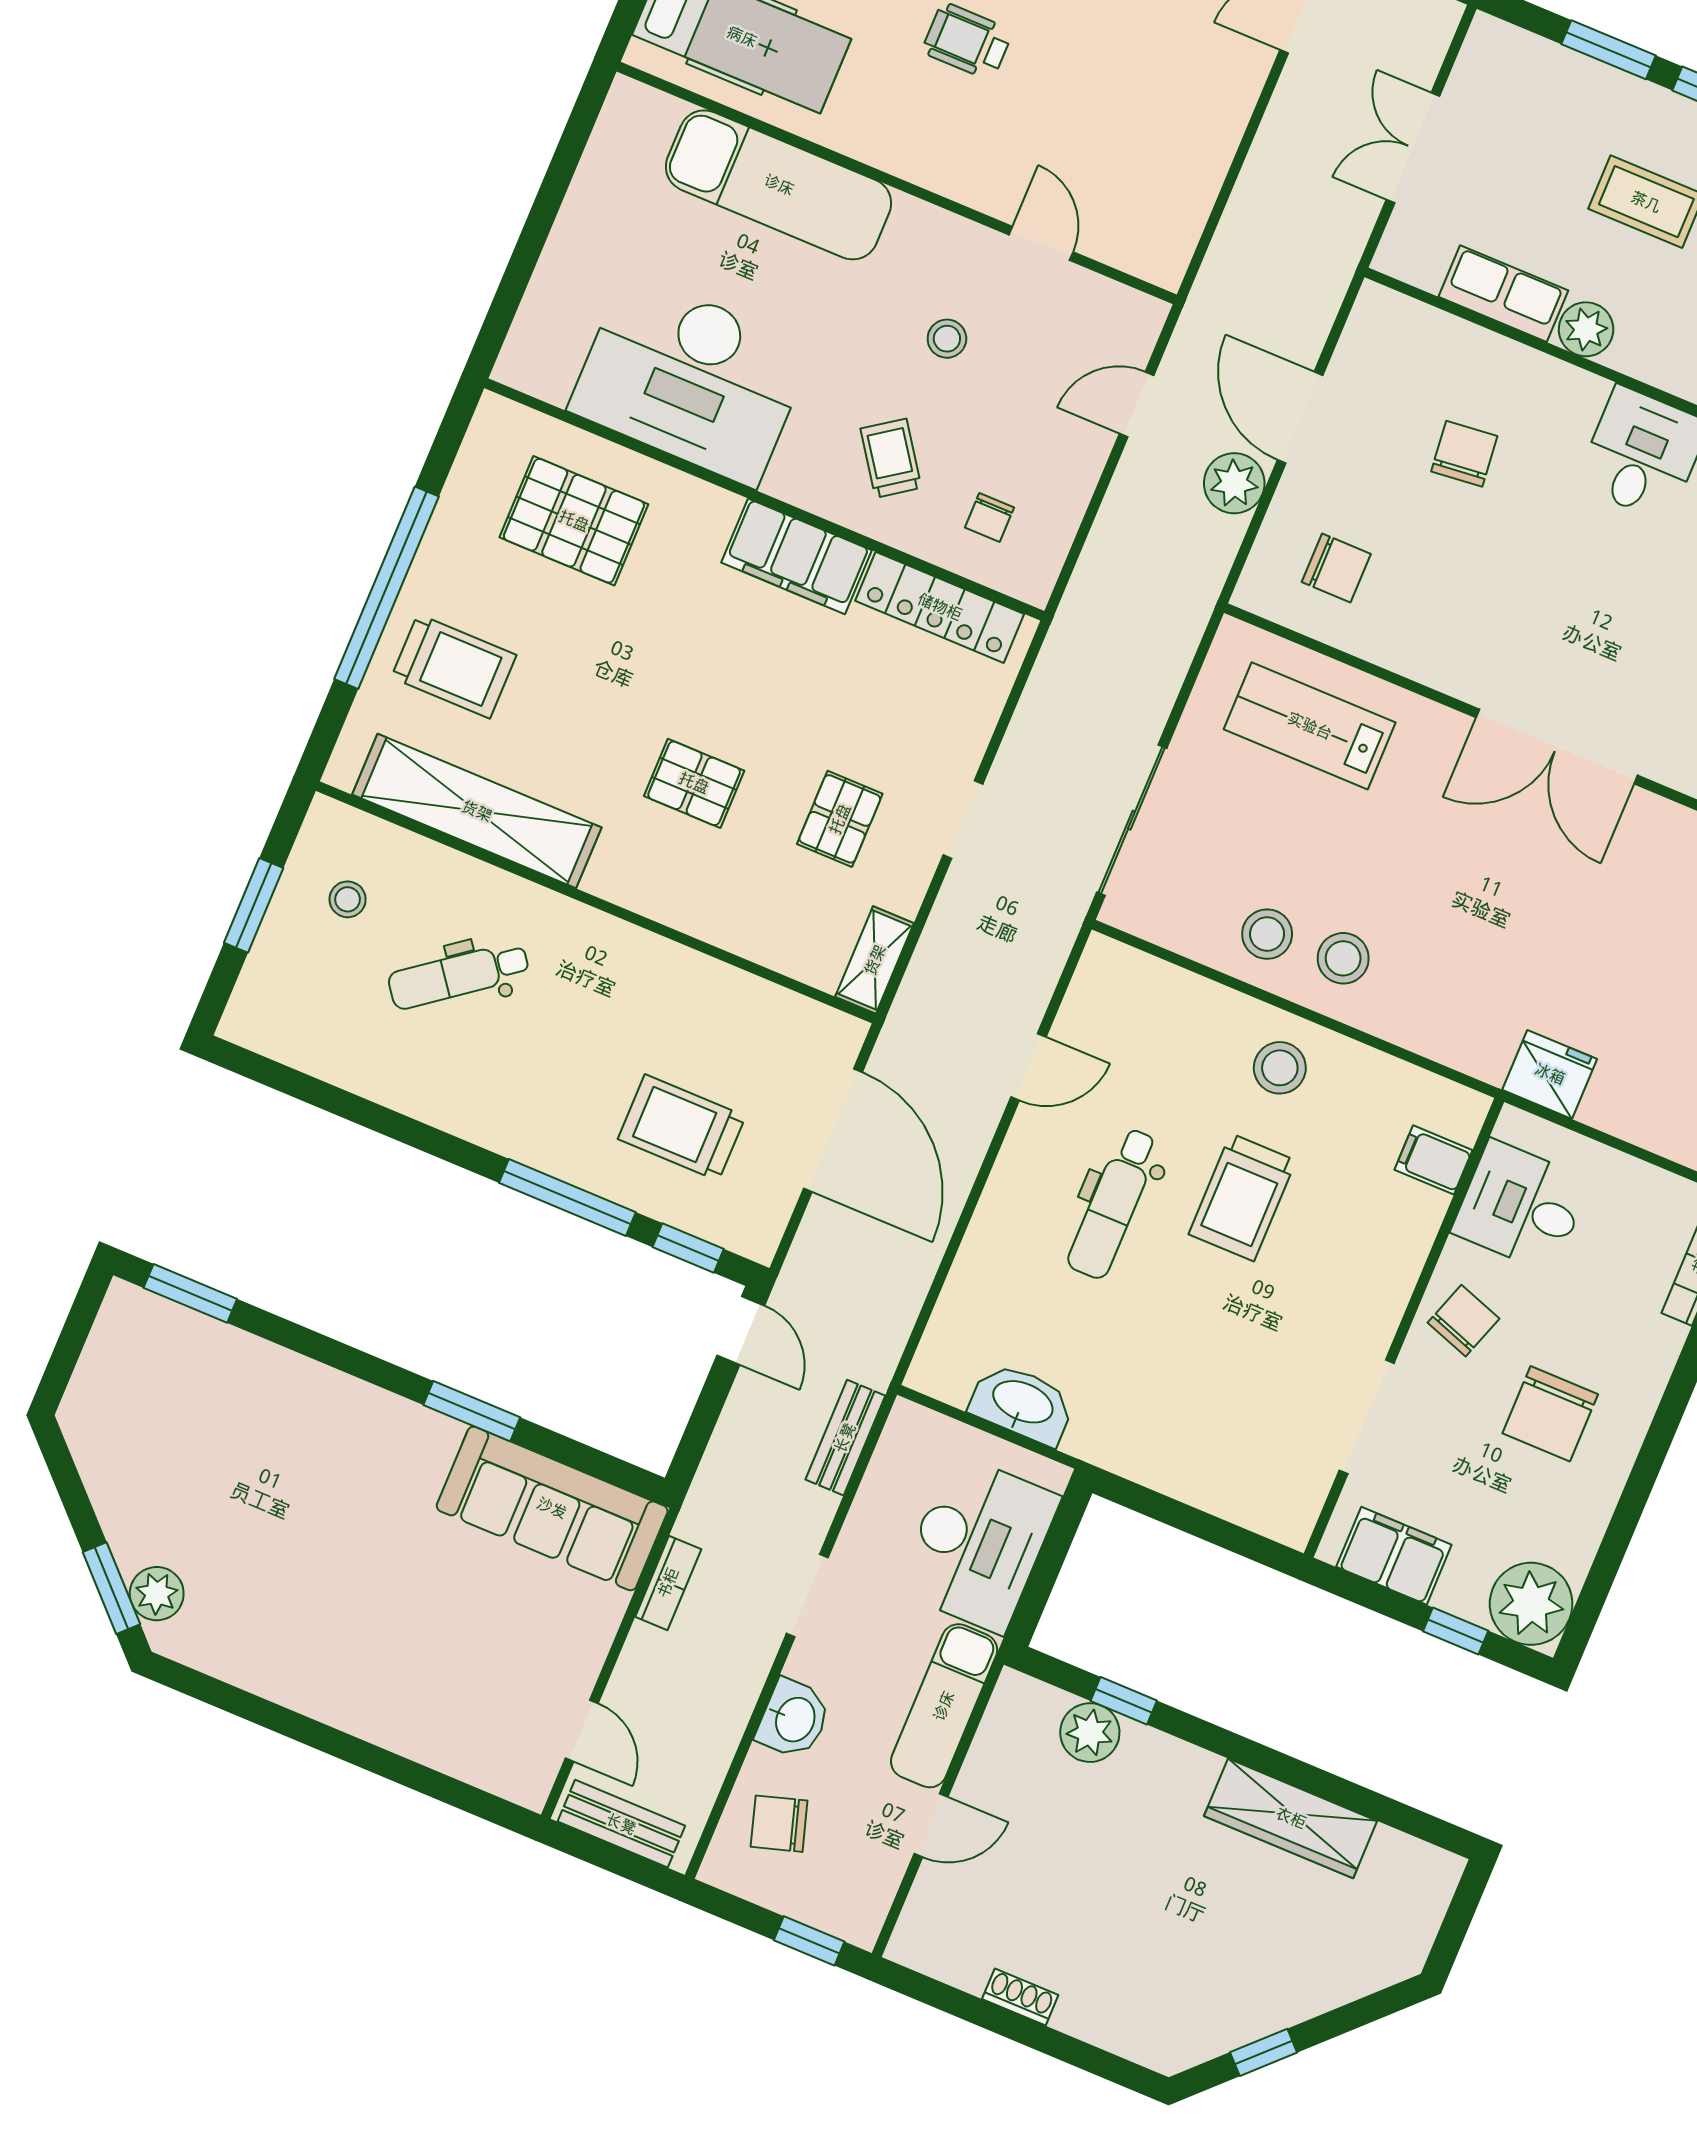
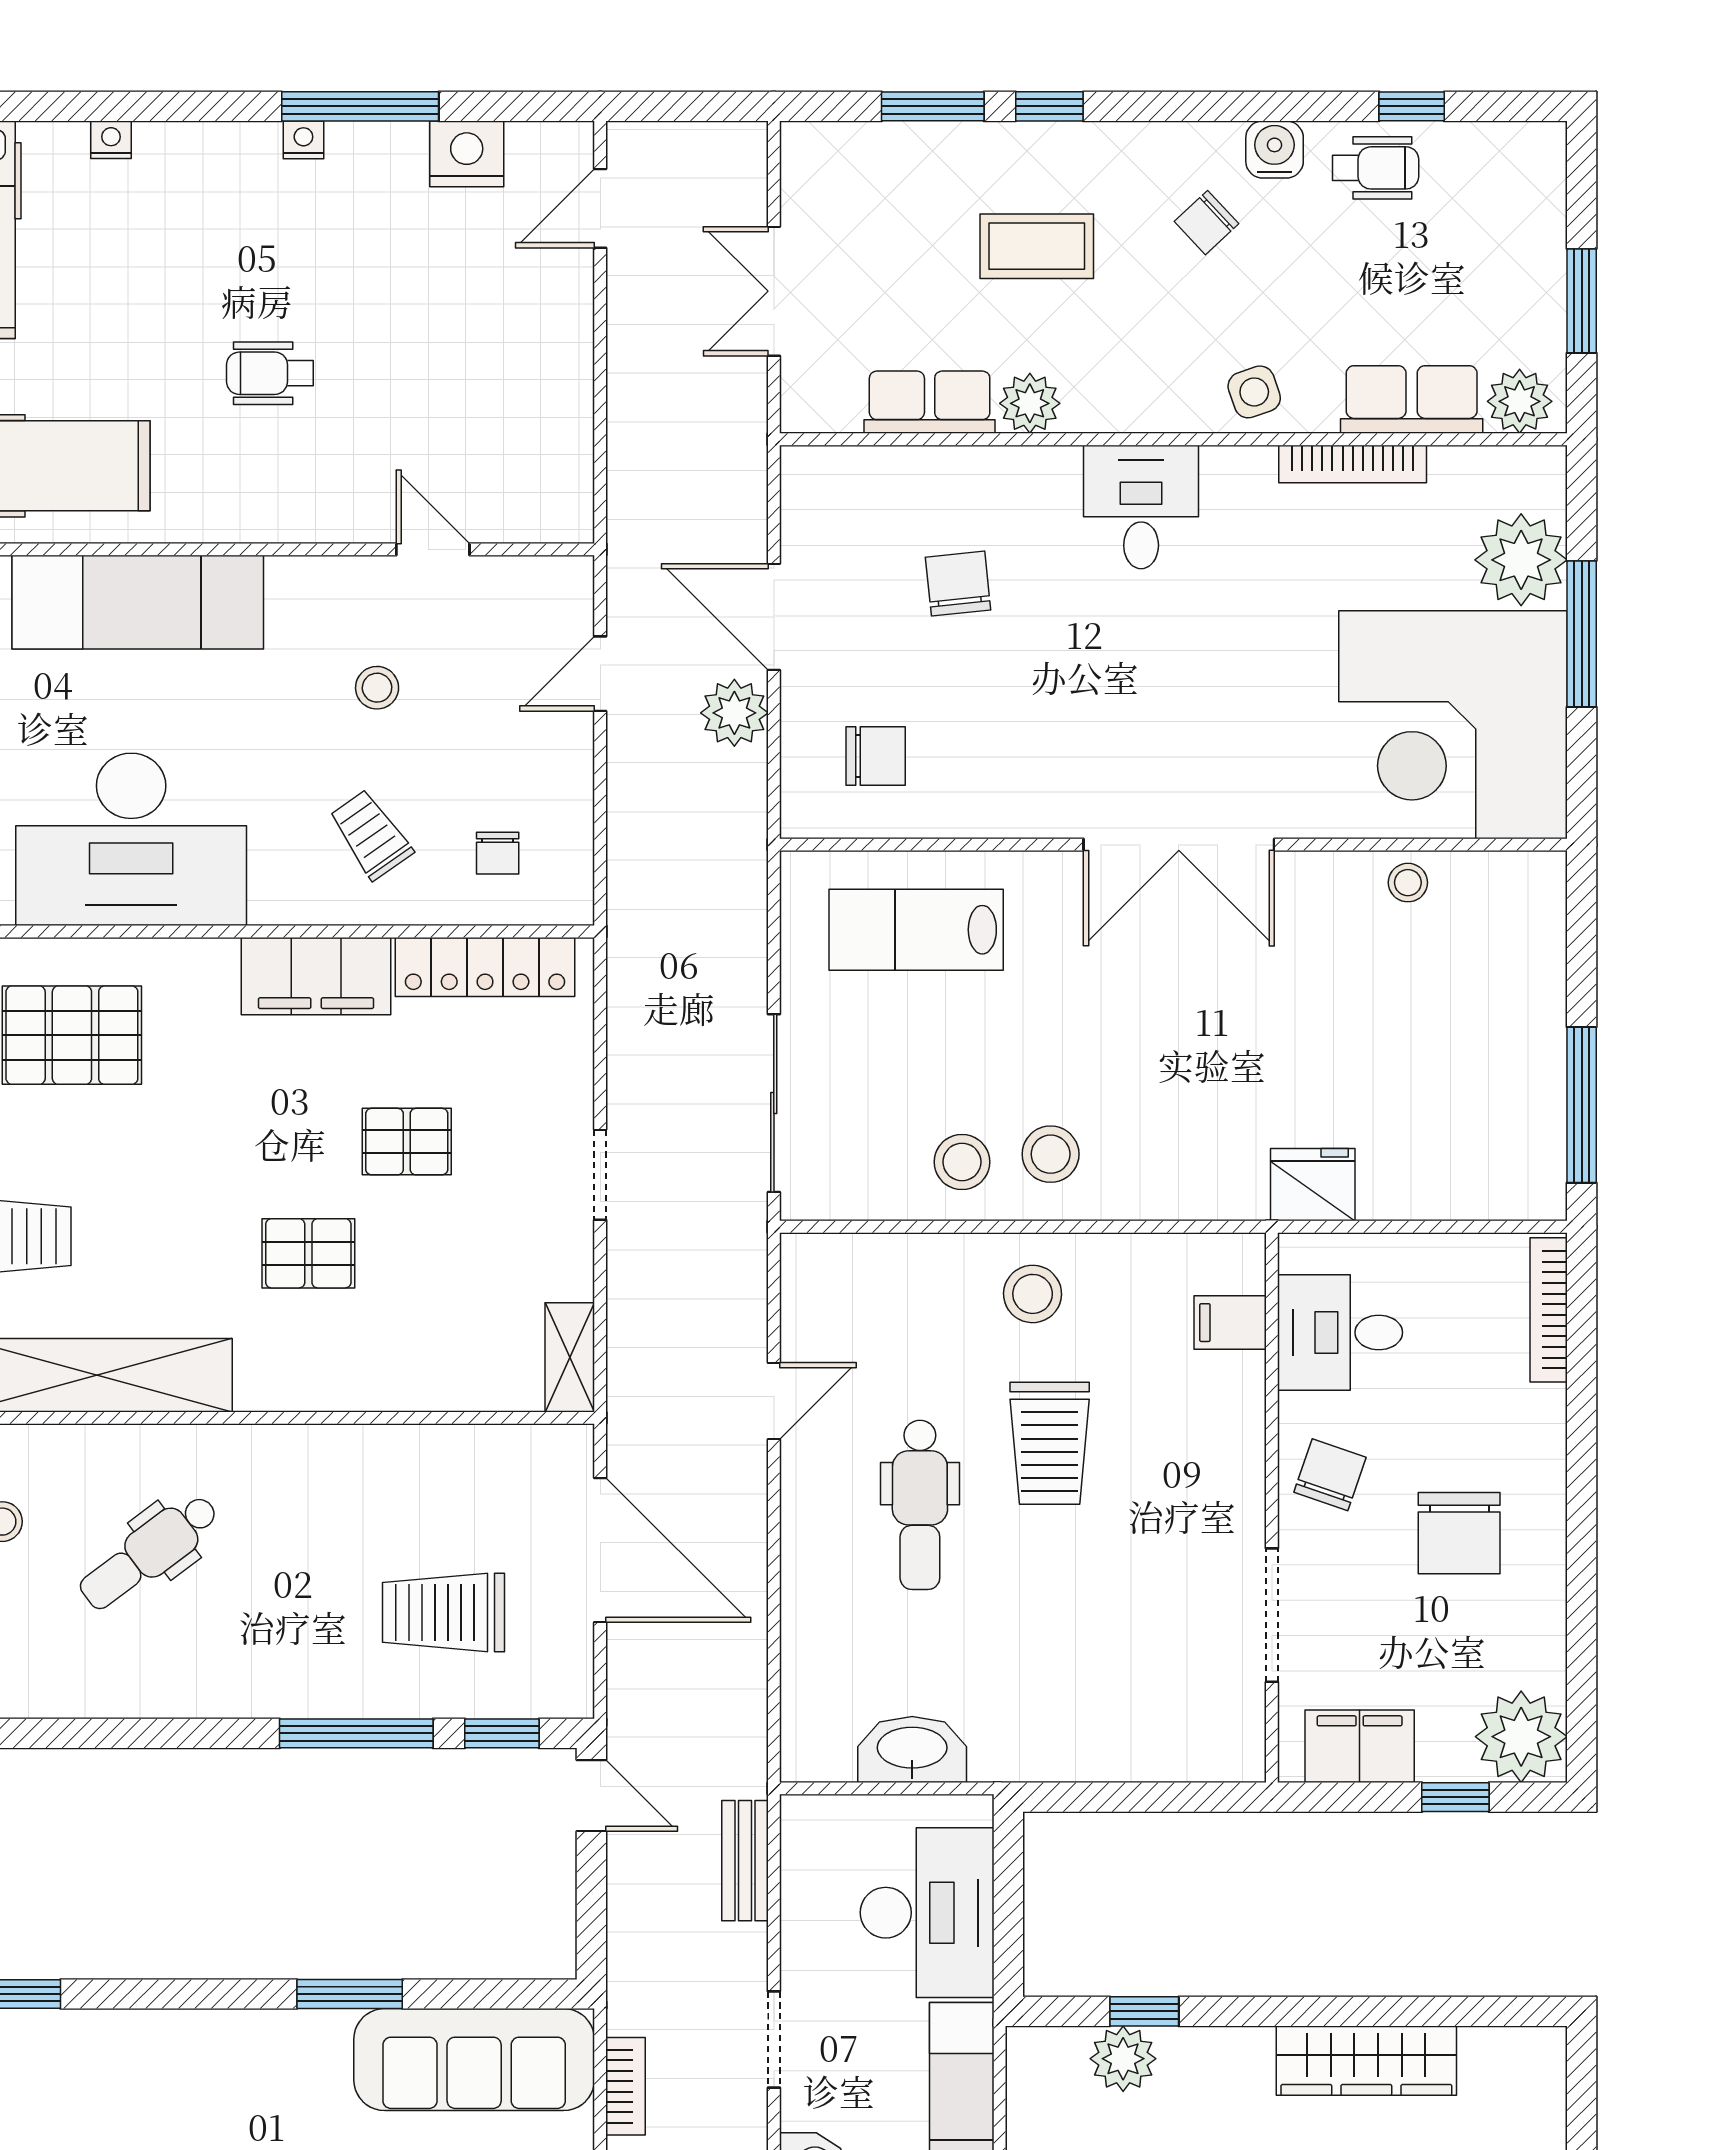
pallet: (840, 819) -> (407, 1142), moved, turned 90

